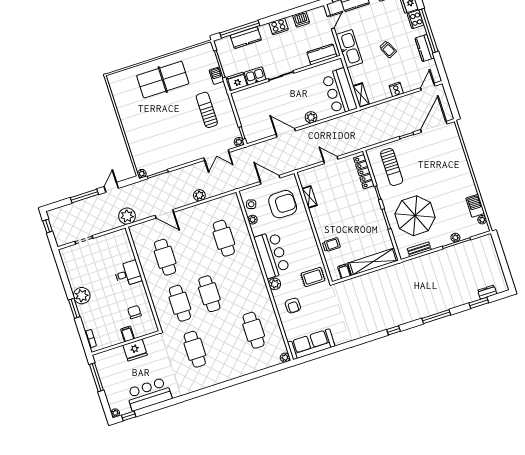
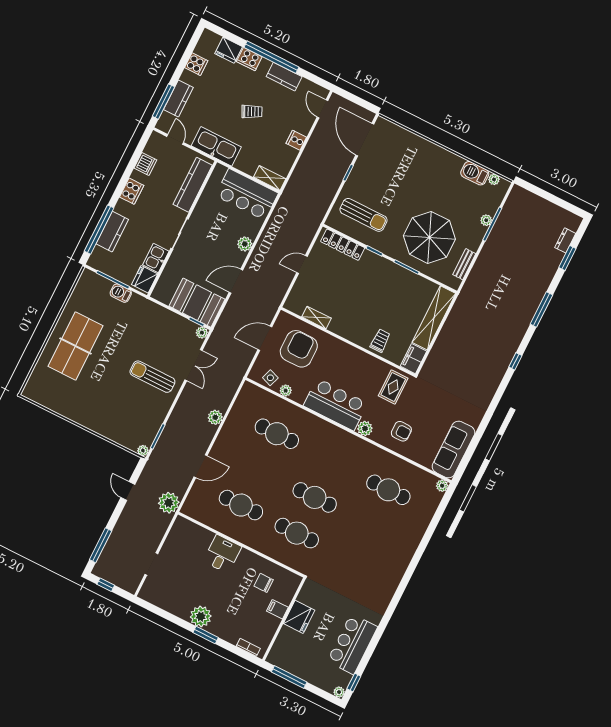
kitchen counter: (322, 54) -> (193, 185), width x1.50
sun lounger: (207, 110) -> (152, 377), moved
booth: (253, 123) -> (197, 303), added
window: (84, 196) -> (101, 545), moved
filing cabinet: (344, 271) -> (413, 359), width x2.00
cafe table: (195, 349) -> (353, 561), removed

